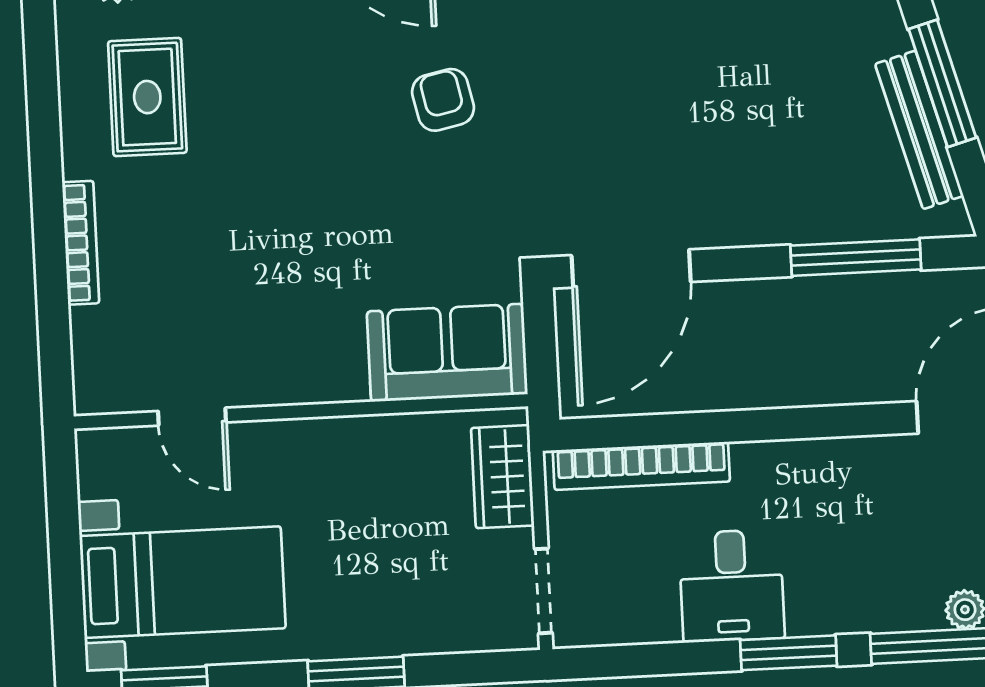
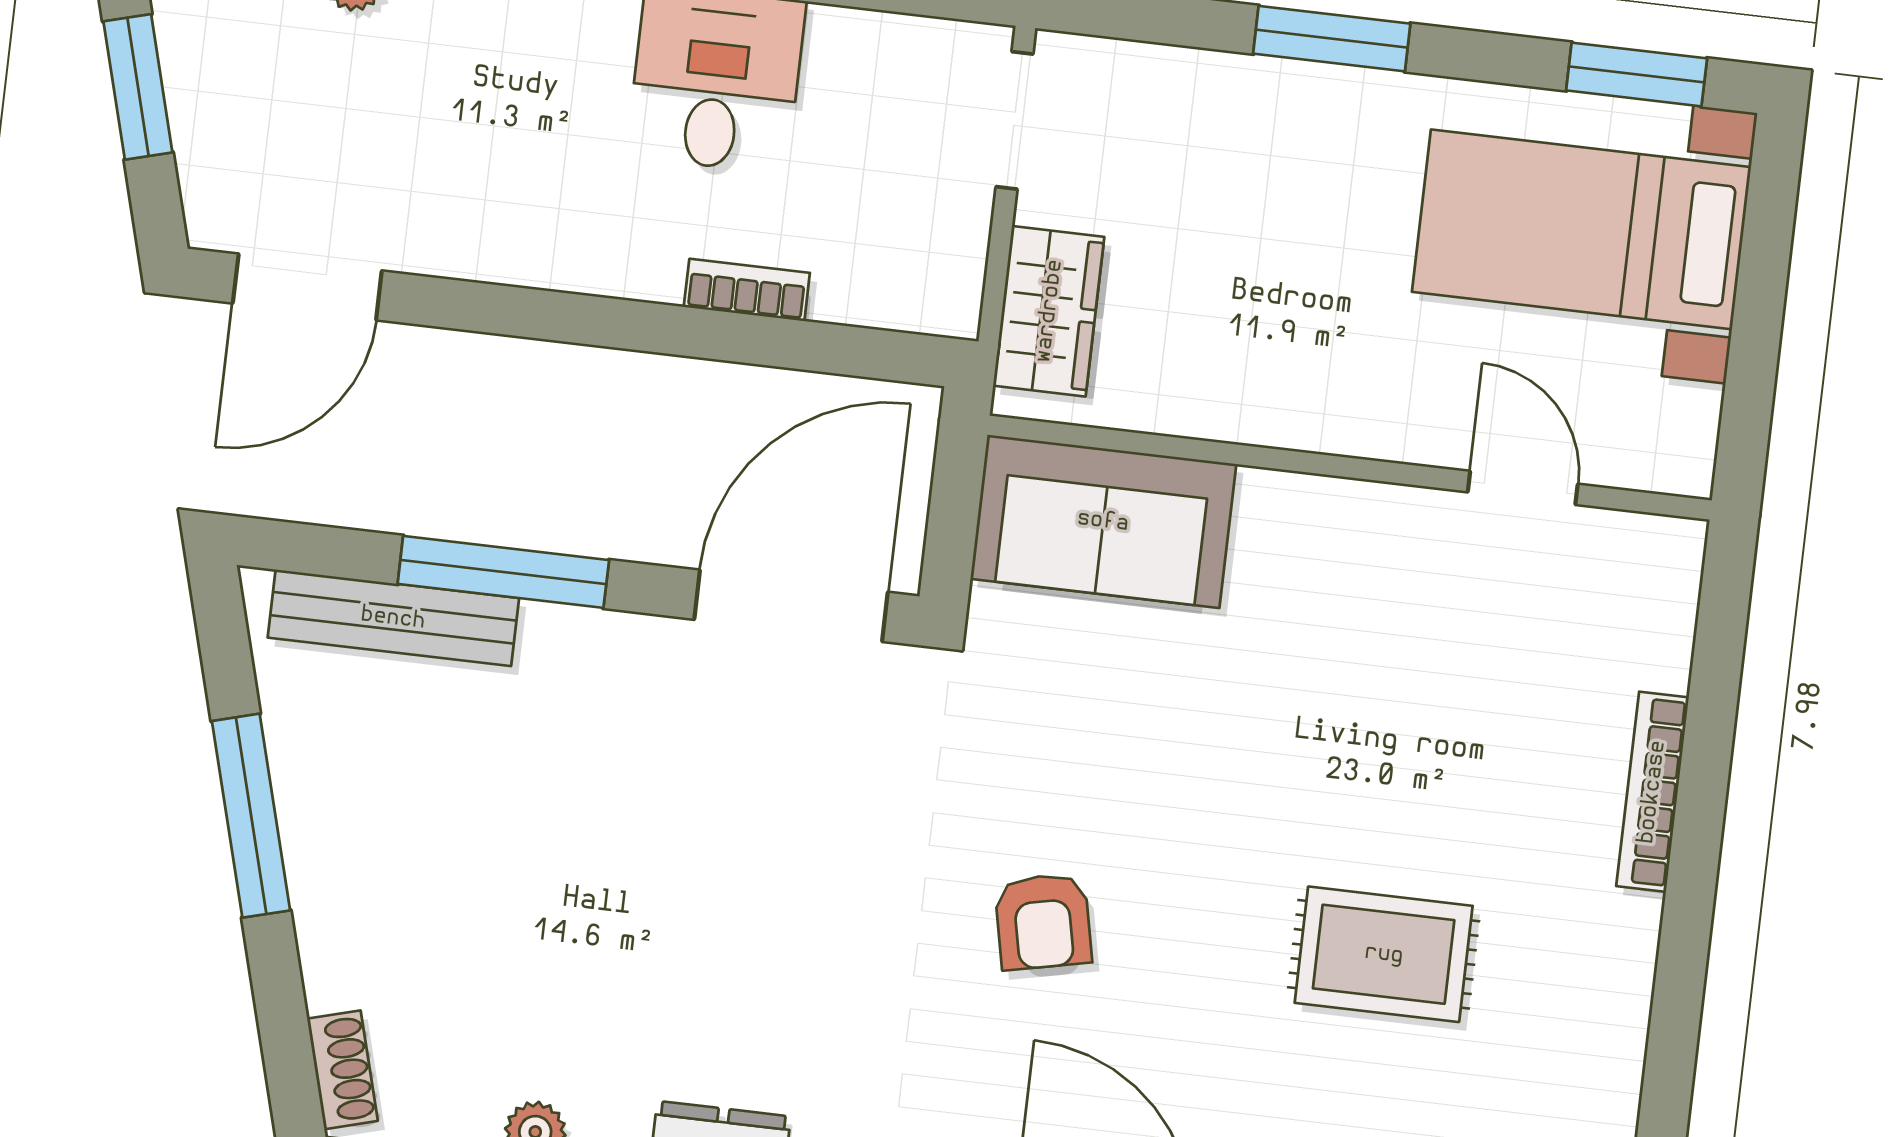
rug: (147, 97) -> (1384, 954), moved, turned 90
bench: (919, 130) -> (393, 618), moved, turned -74
window: (856, 258) -> (503, 572), moved
bookcase: (641, 466) -> (747, 290), width x0.43, depth x0.76

